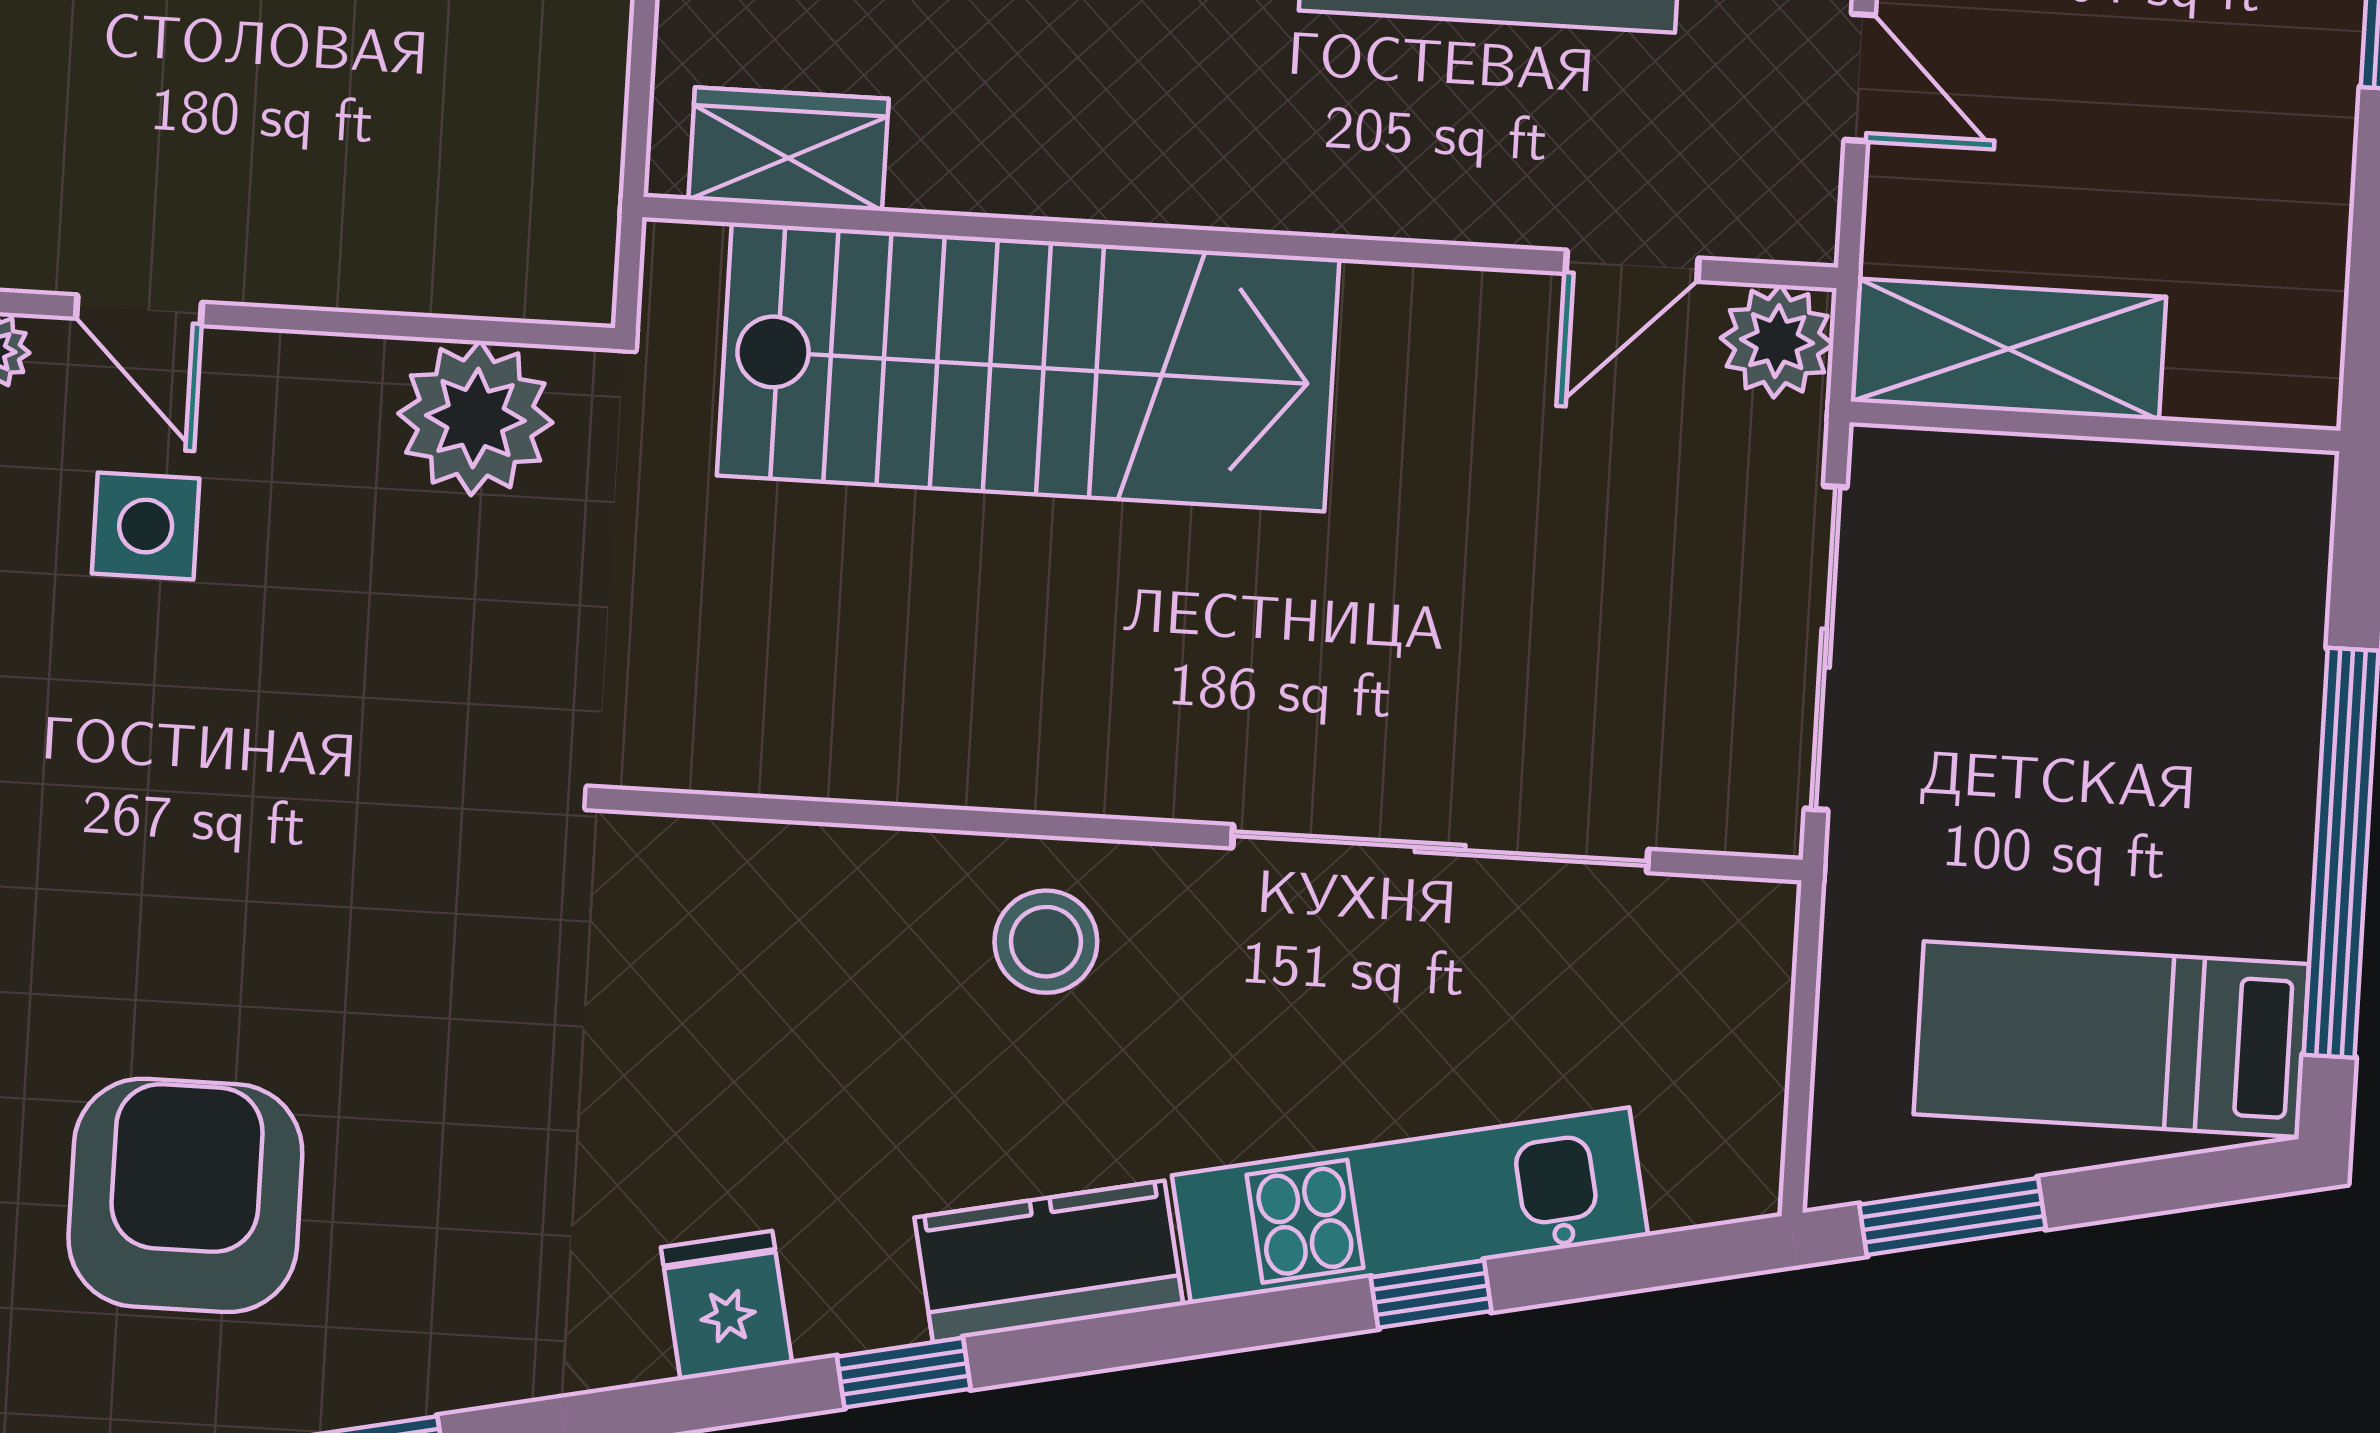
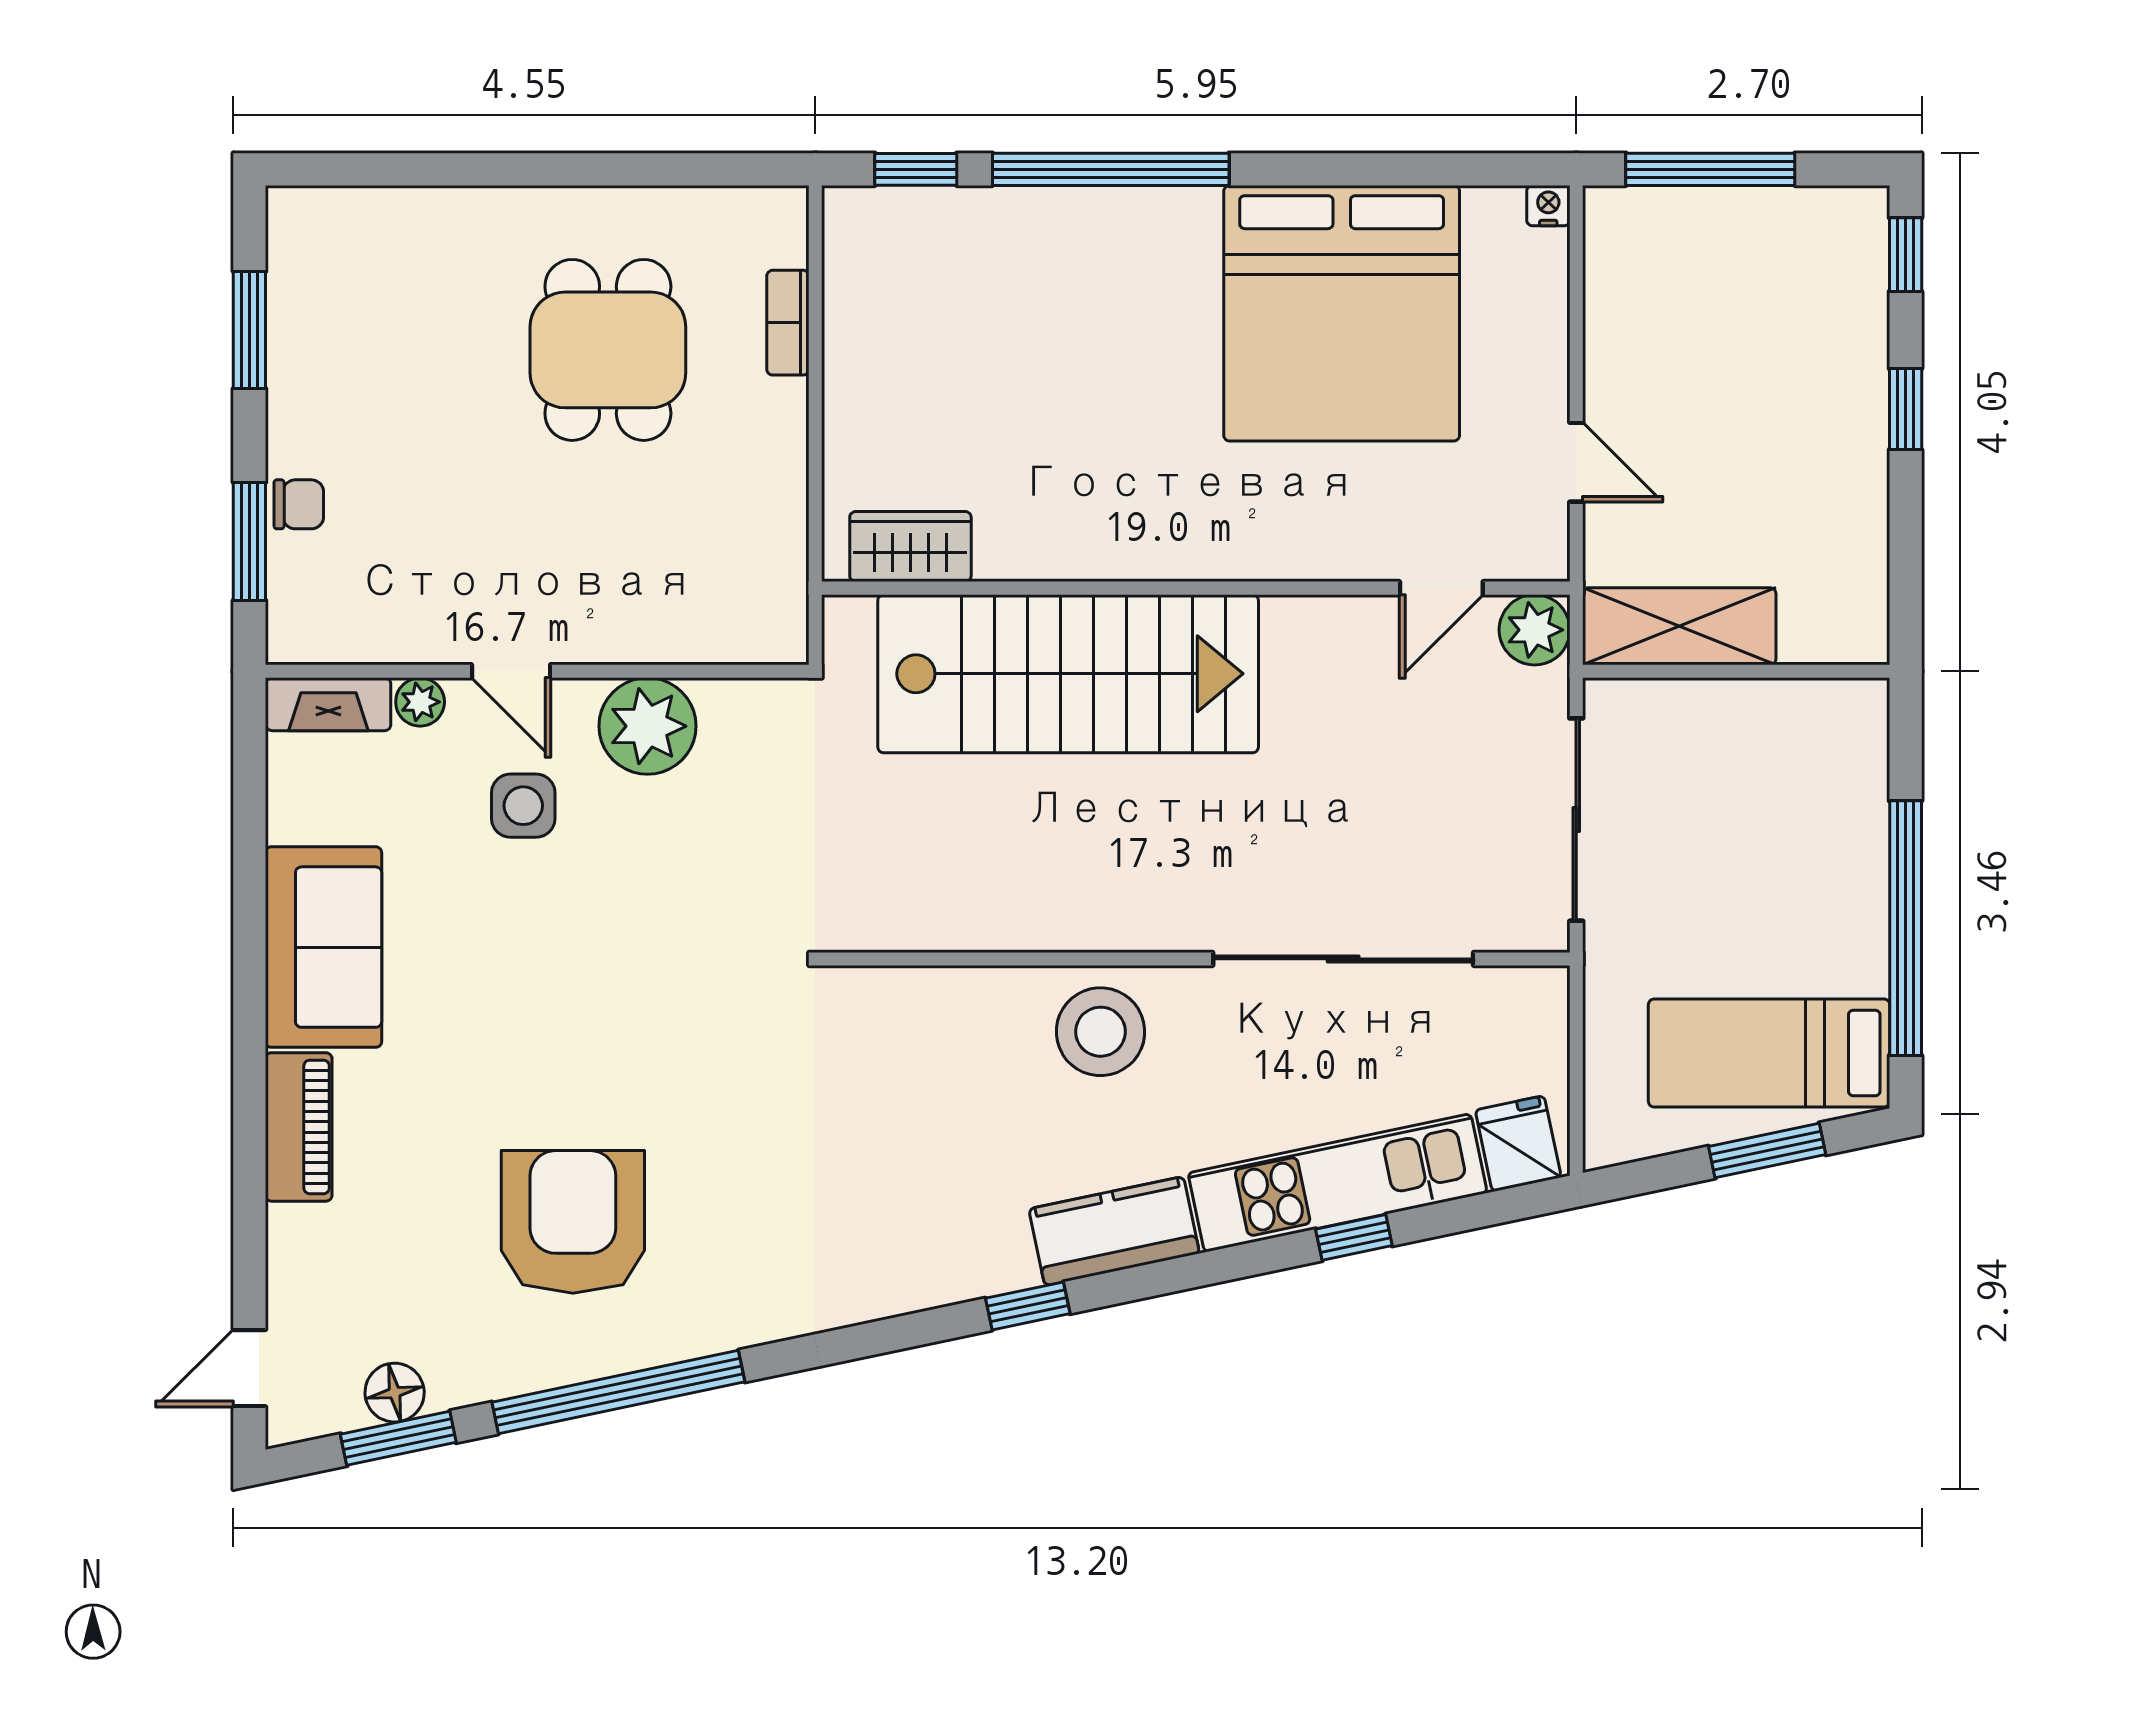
plant: (475, 418) -> (648, 726), moved
stool: (1046, 942) -> (1101, 1032), width x1.38, depth x1.38
window: (1952, 1216) -> (1767, 1151), moved
fridge: (726, 1305) -> (1518, 1144), moved

